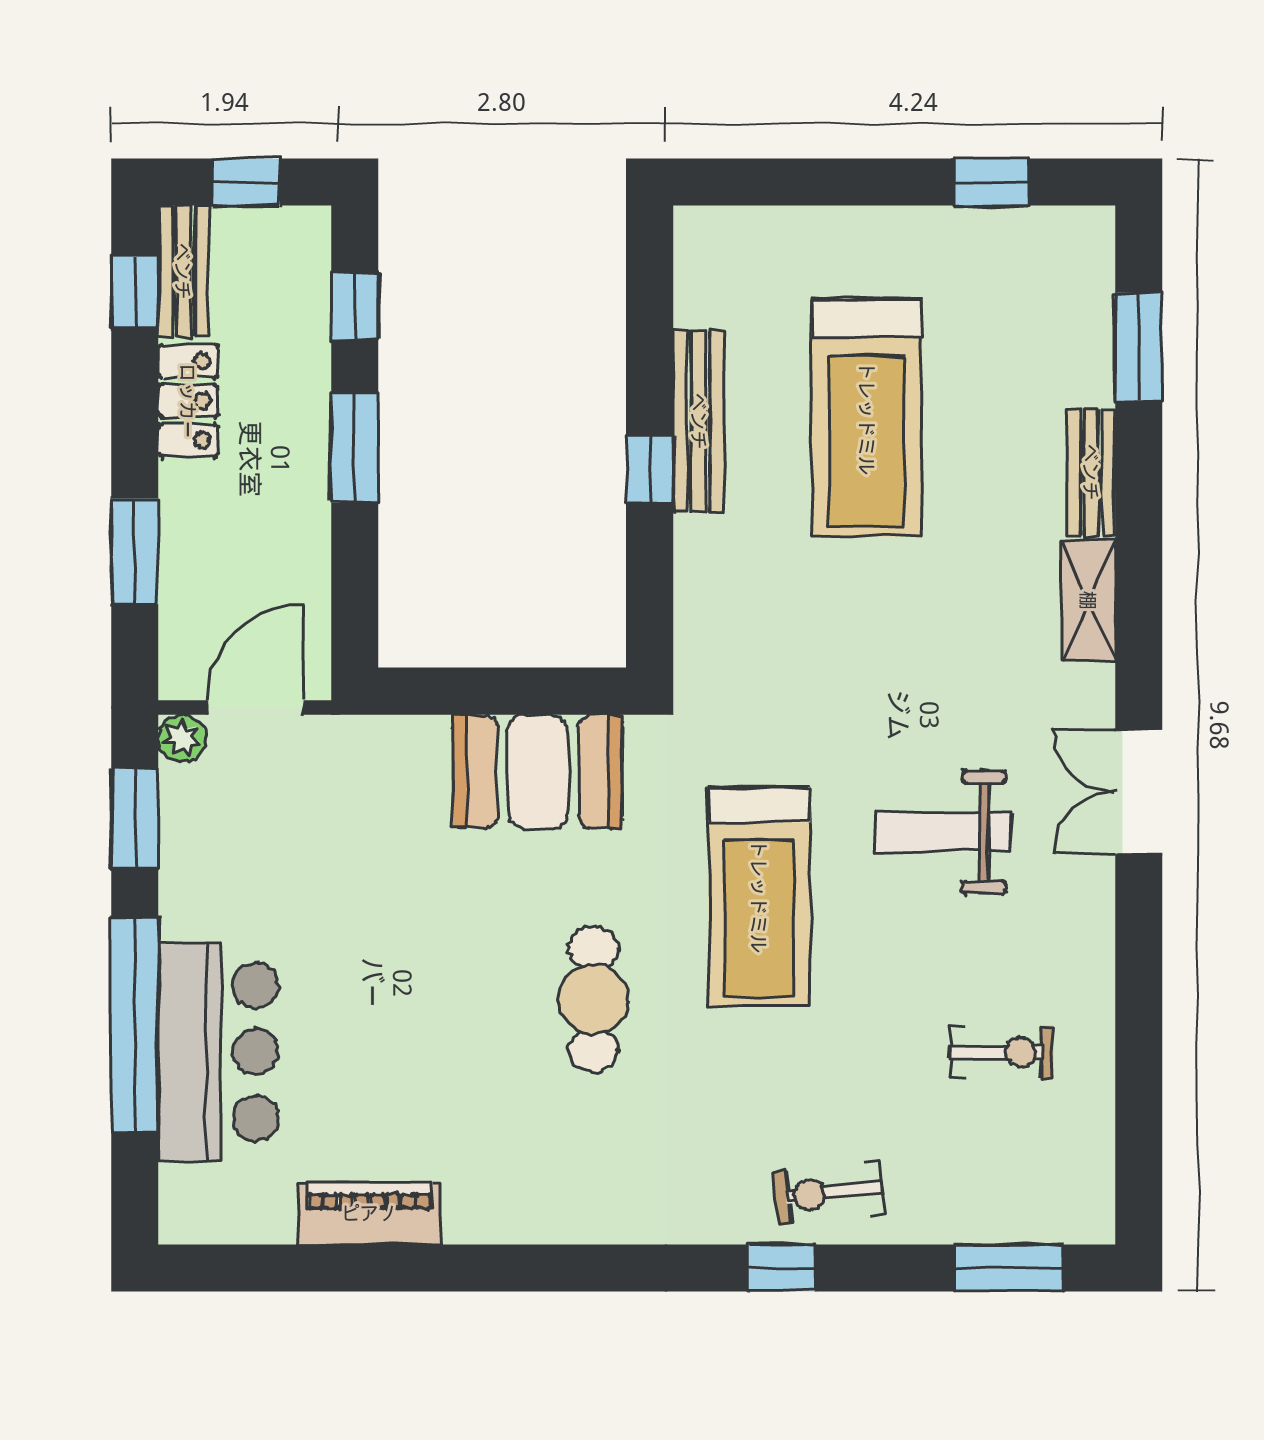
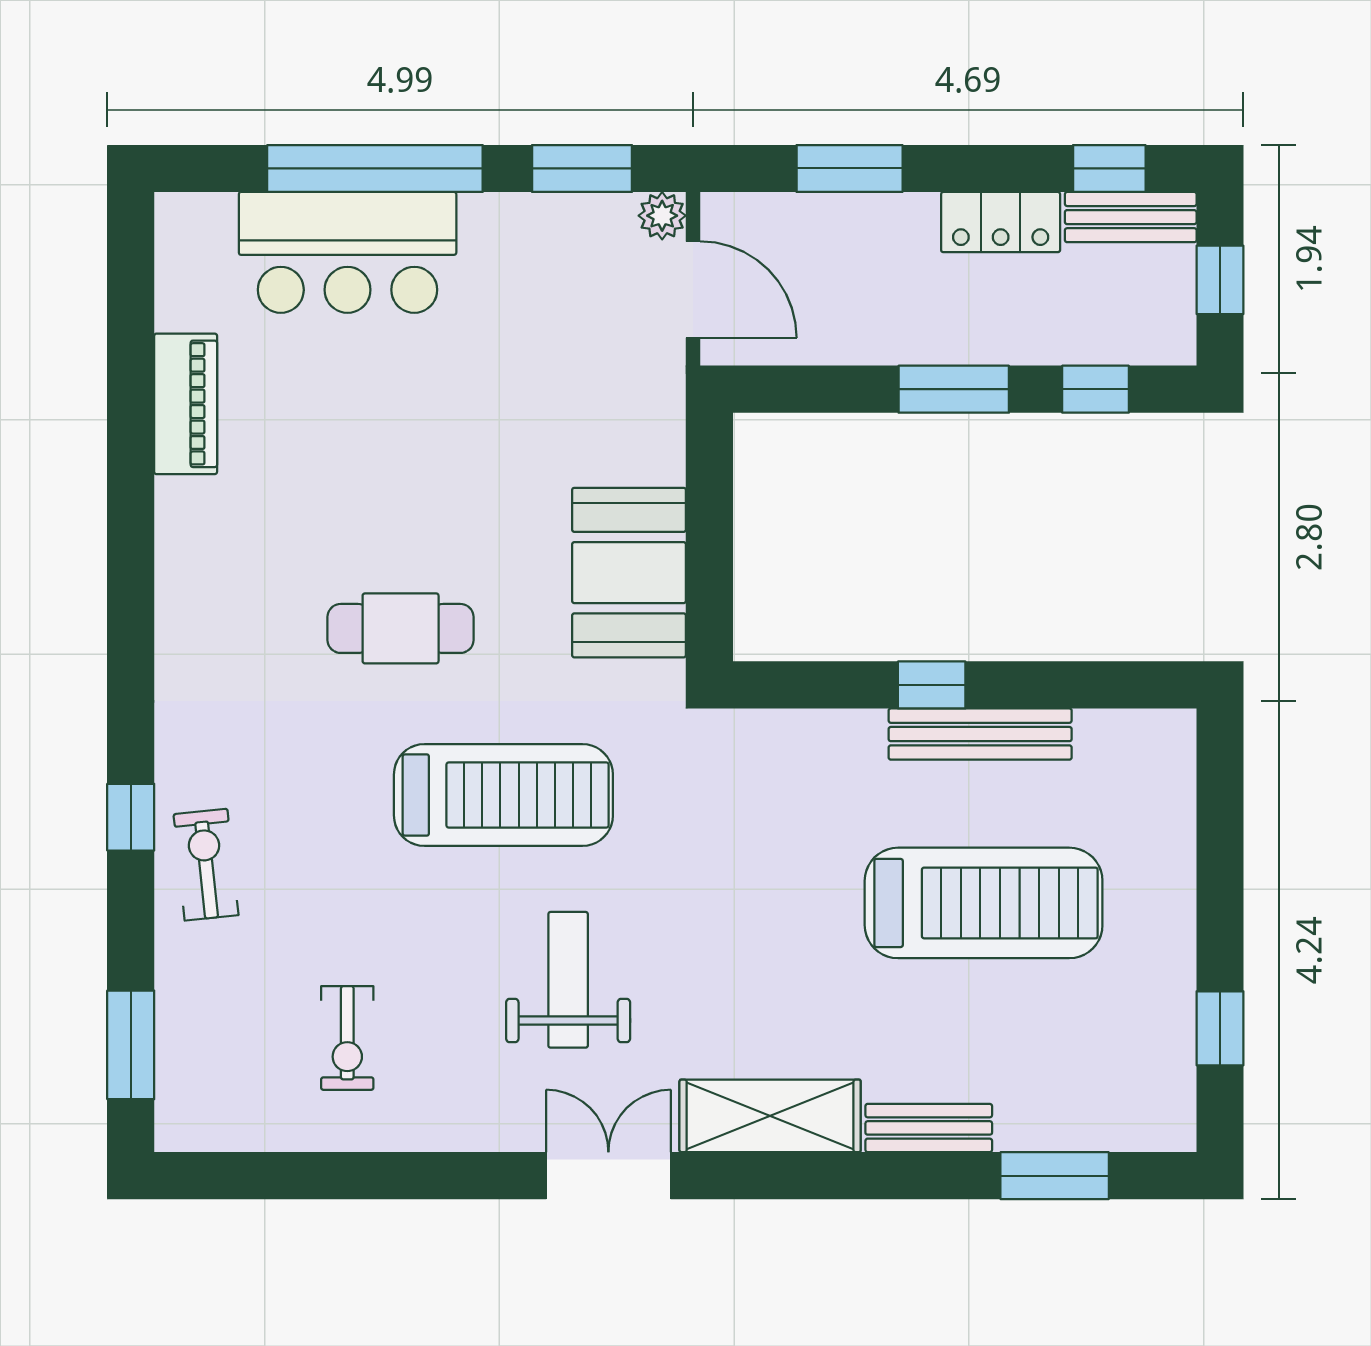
treadmill: (867, 418) -> (984, 903), turned 180
shelving: (1088, 600) -> (770, 1116), width x1.50, depth x1.33
treadmill: (759, 896) -> (503, 795), turned 180

